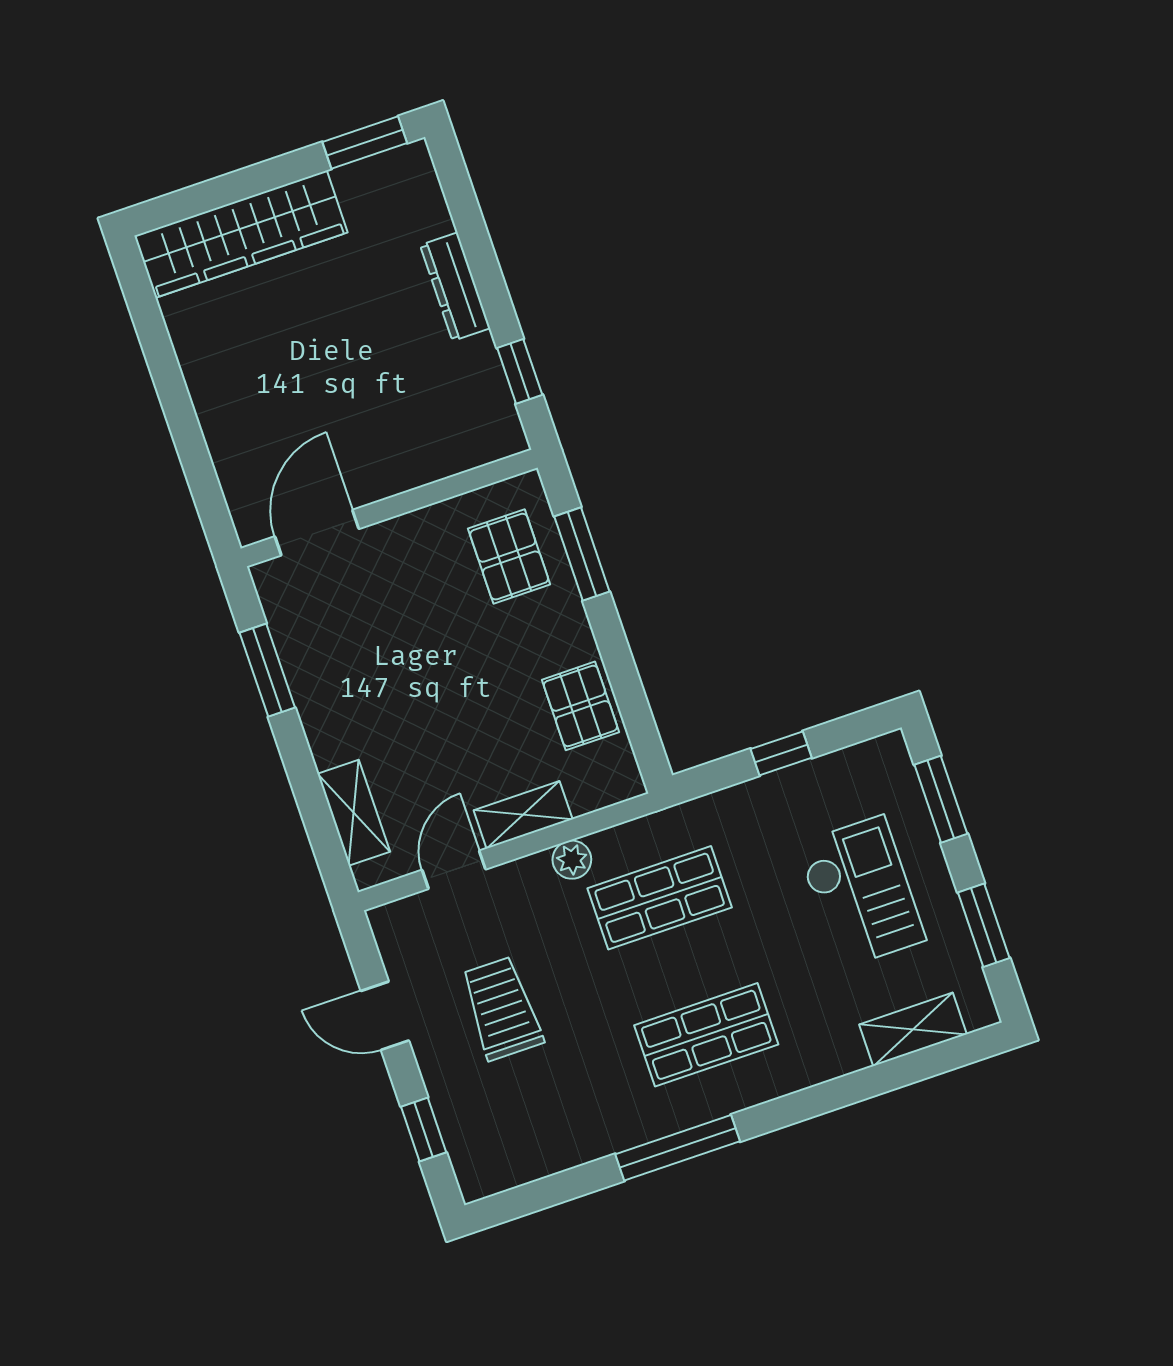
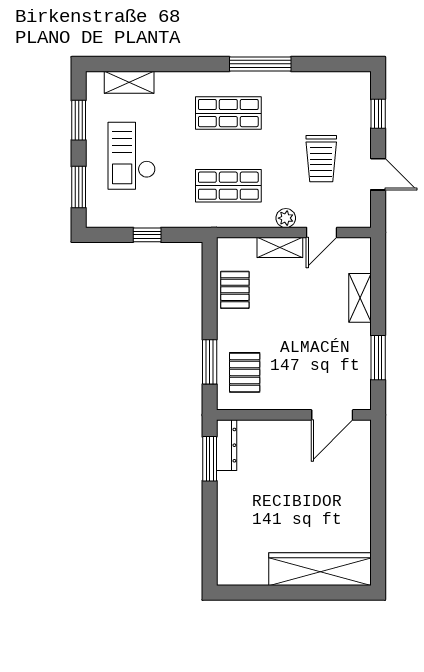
window: (365, 142) -> (246, 593), removed
dresser: (455, 287) -> (227, 445), moved
window: (520, 371) -> (210, 459), width x1.50
shelving: (354, 813) -> (360, 298), moved
plant: (572, 860) -> (286, 218), moved

